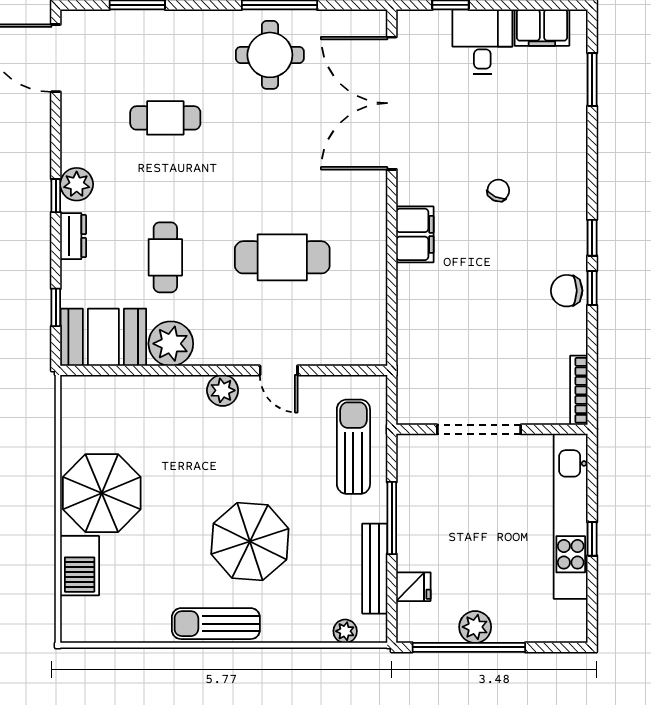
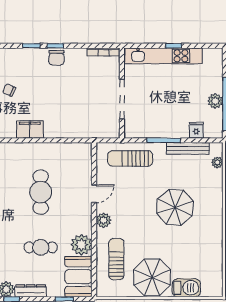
dresser: (73, 236) -> (31, 291), width x1.44
sun lounger: (216, 624) -> (116, 259), moved, turned 180

